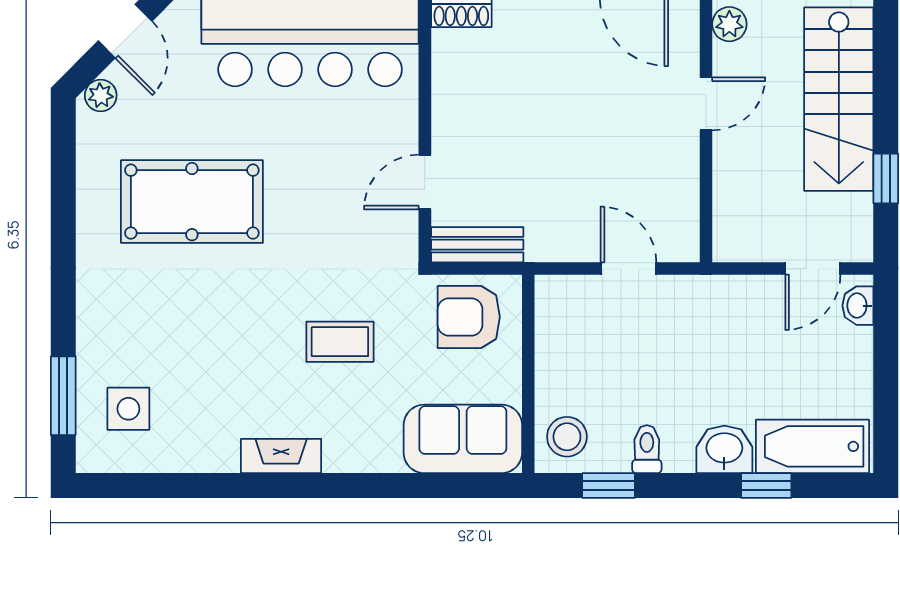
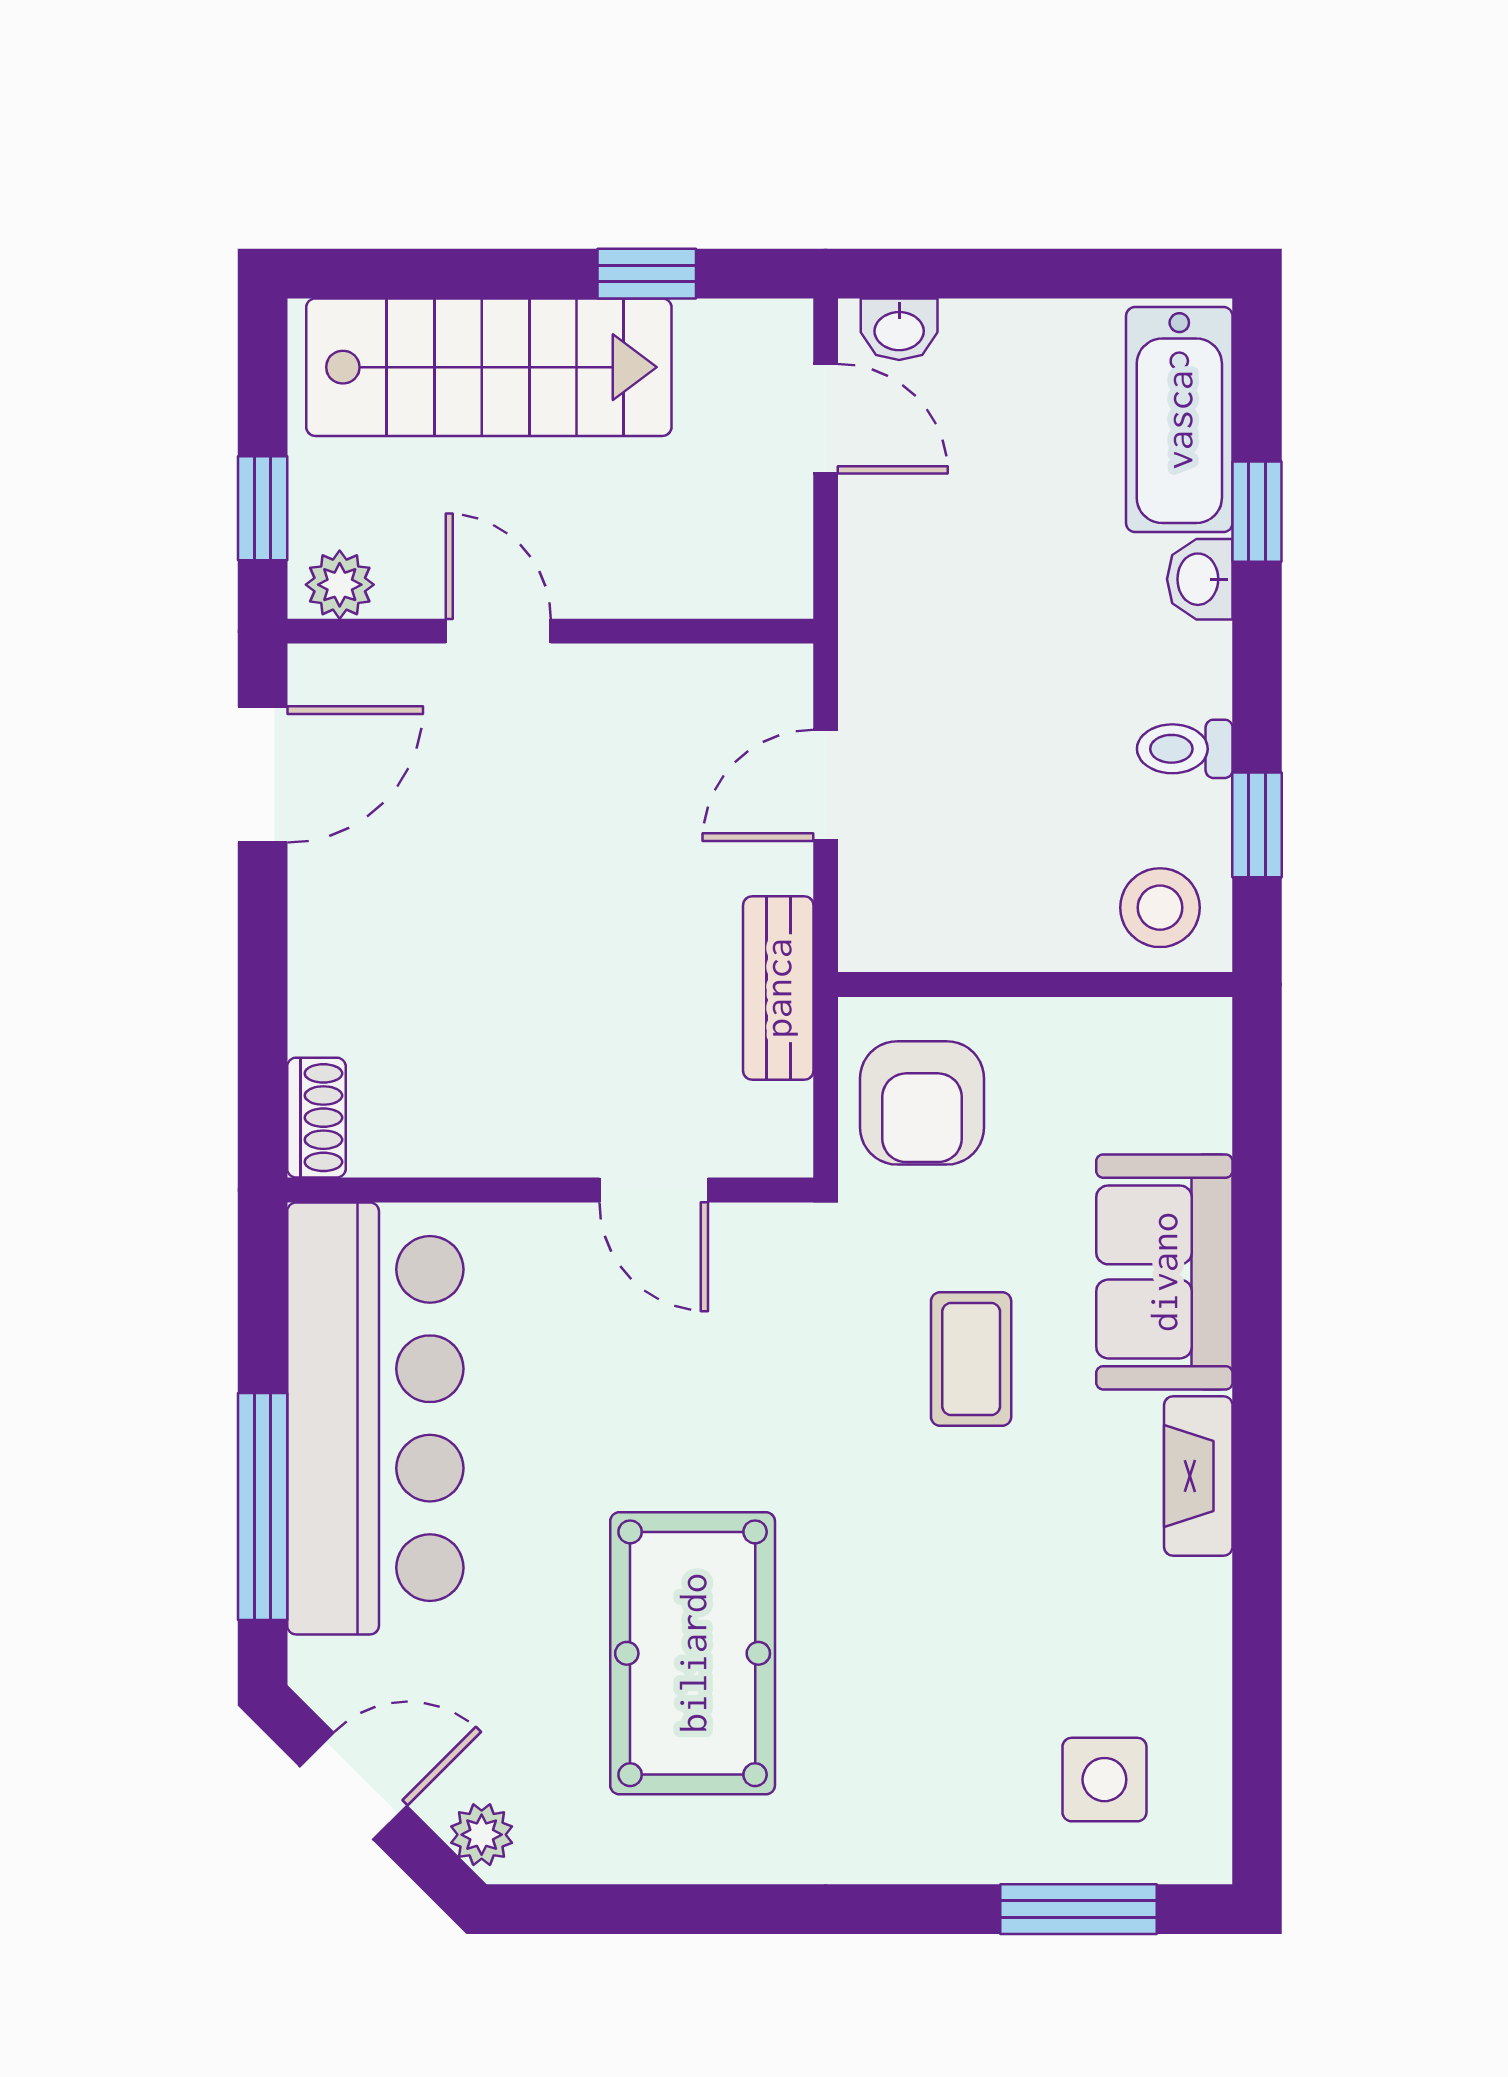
bench: (477, 245) -> (778, 988), moved
sofa: (463, 439) -> (1164, 1272), moved
washbasin: (724, 449) -> (1200, 579), width x0.72, depth x0.69

